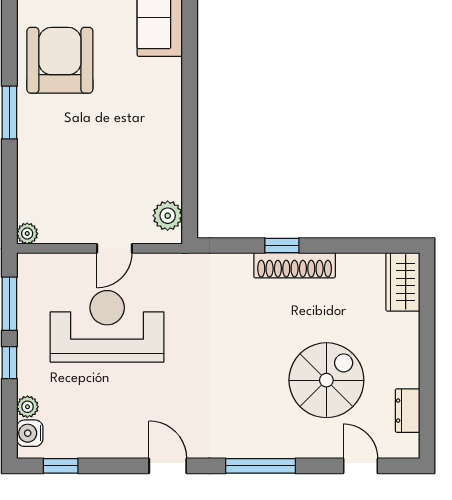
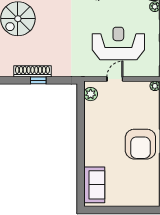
armchair: (60, 60) -> (140, 144), moved
reception desk: (107, 326) -> (118, 43), turned 180

